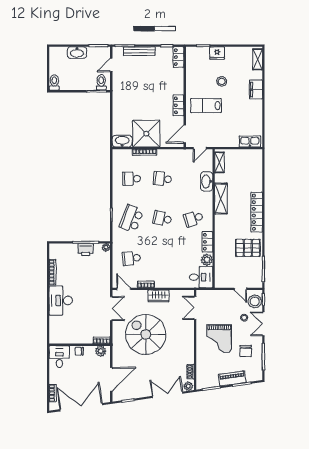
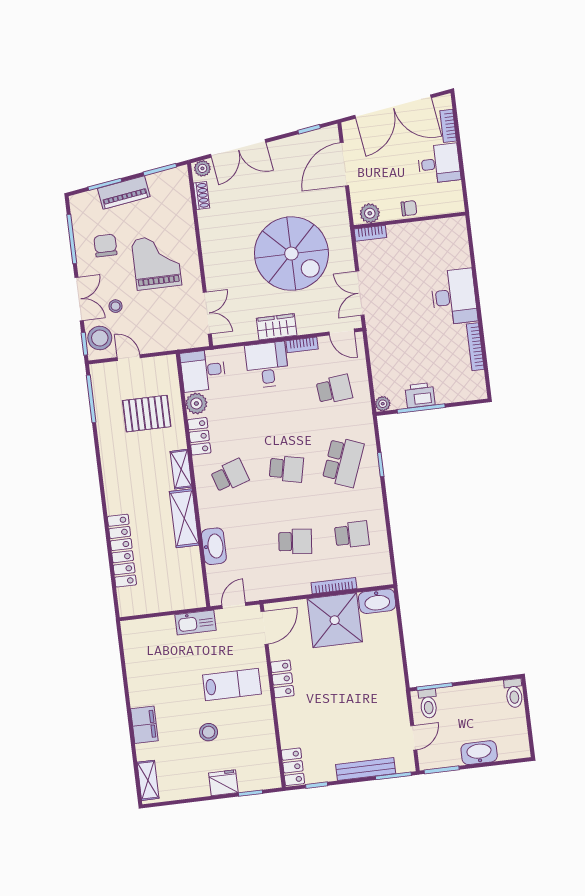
kitchen sink: (250, 141) -> (195, 622), moved
shelving: (219, 162) -> (181, 469), moved
locker: (257, 212) -> (122, 551), moved
pallet: (248, 248) -> (147, 414), moved
desk: (166, 276) -> (267, 365), added
desk: (59, 357) -> (439, 164), moved, turned -90

